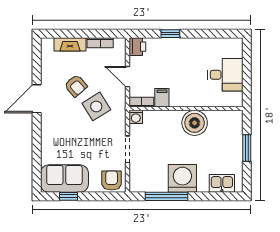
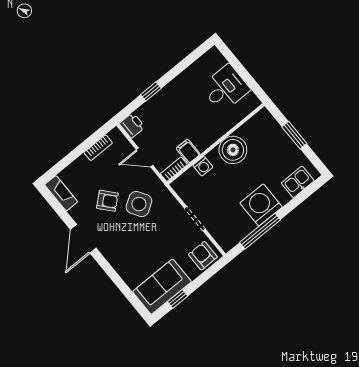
fireplace: (70, 44) -> (61, 193), moved, turned -90
washing machine: (136, 117) -> (203, 166), moved

